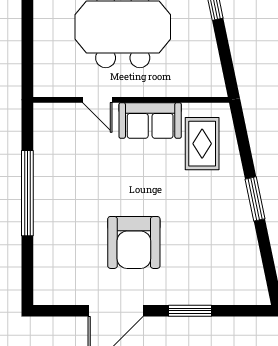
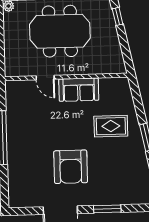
rug: (202, 144) -> (111, 126), moved, turned 90

